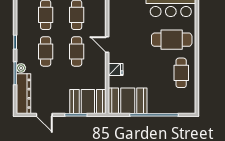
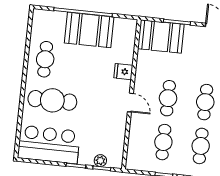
booth: (128, 101) -> (89, 30), moved

